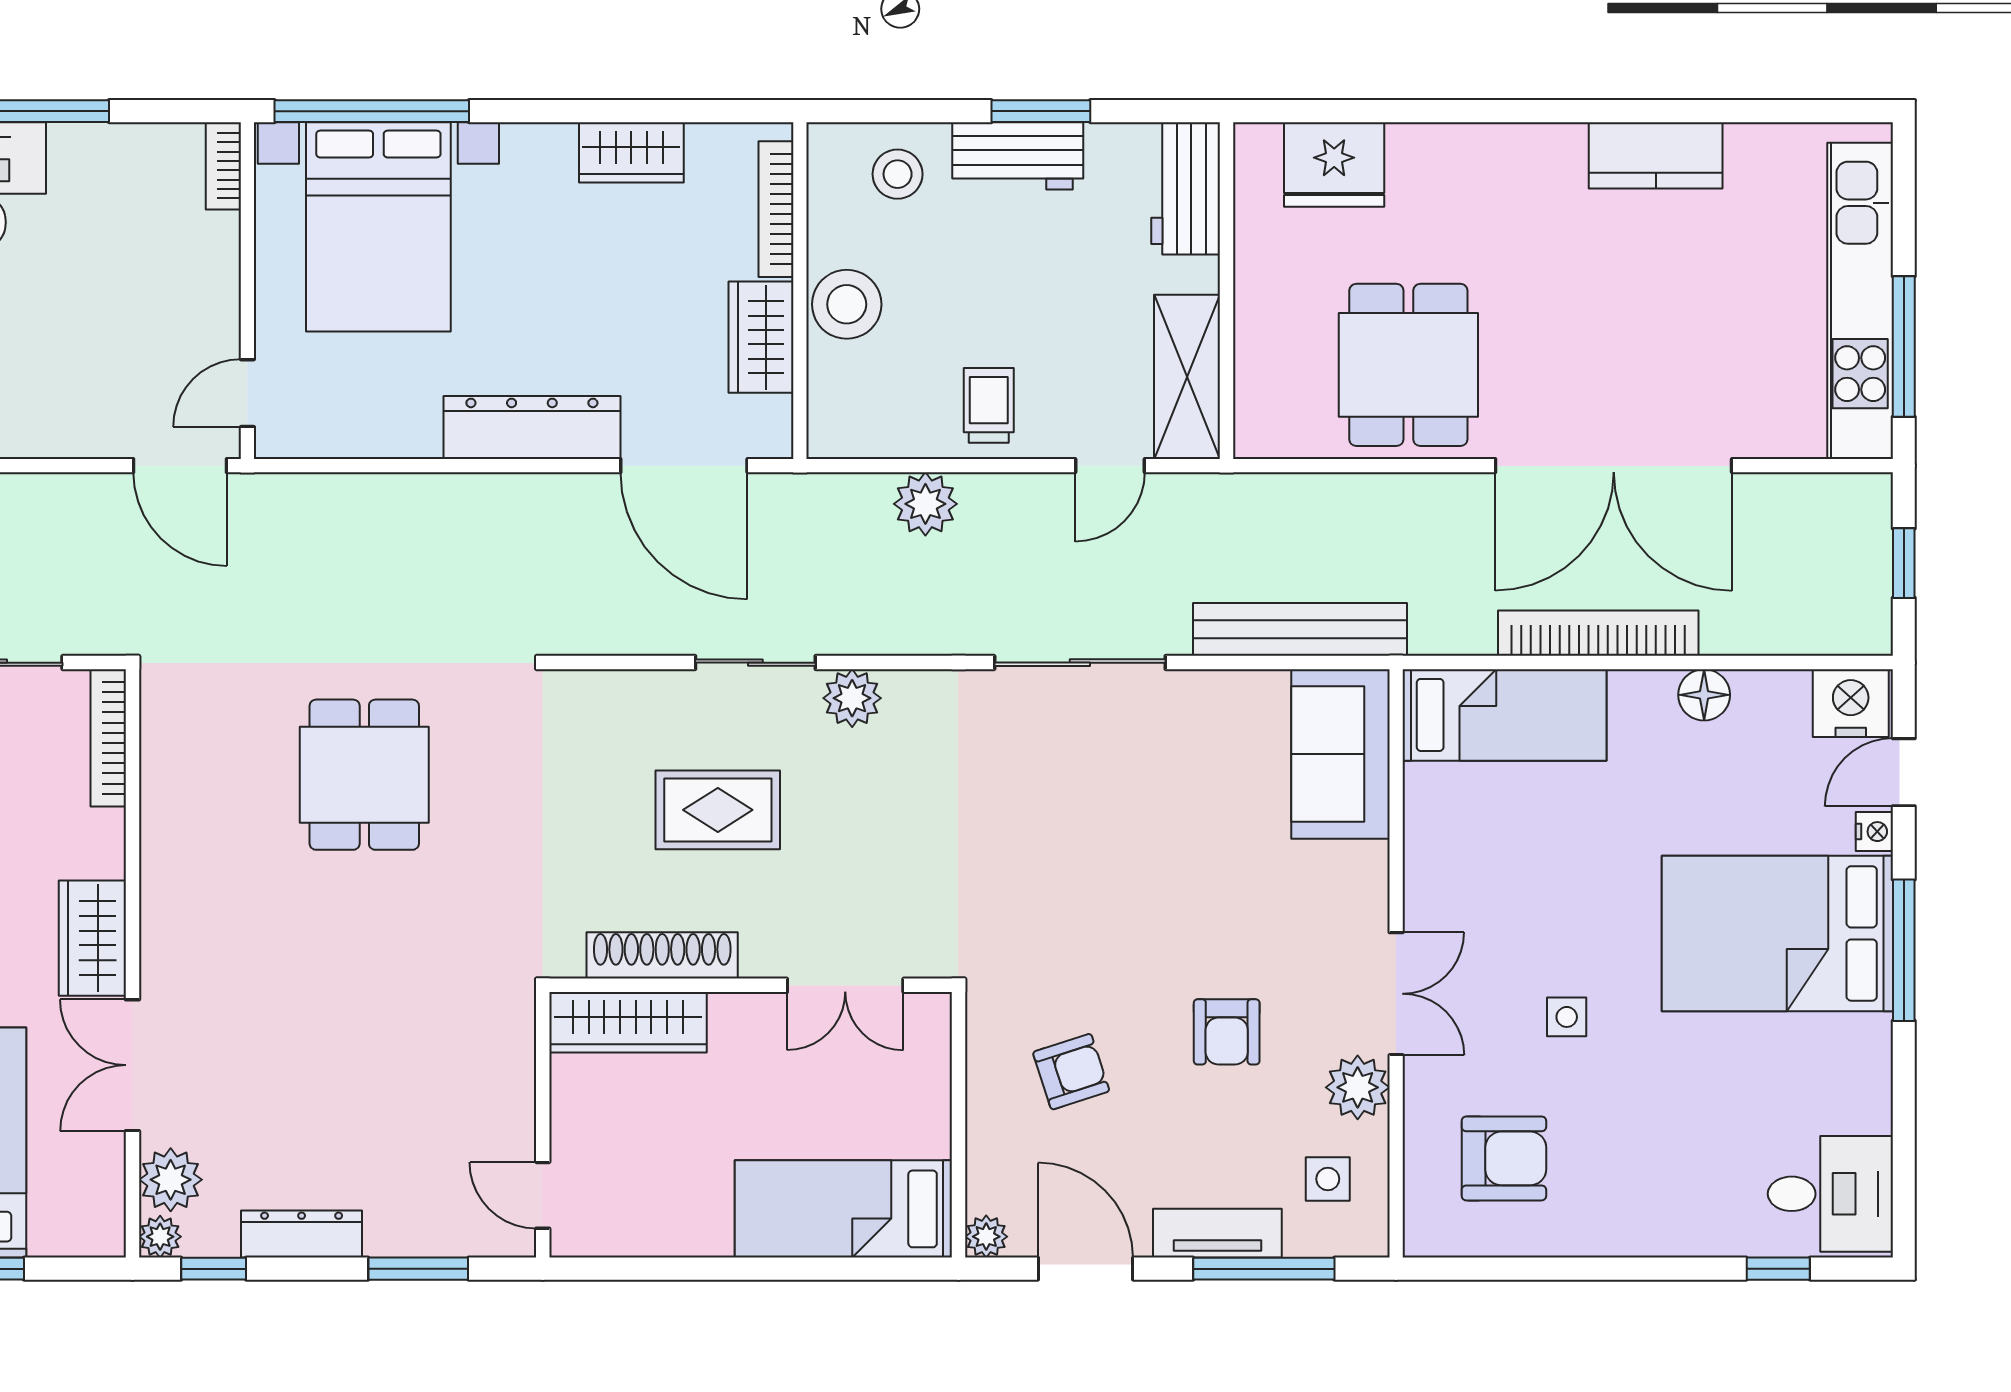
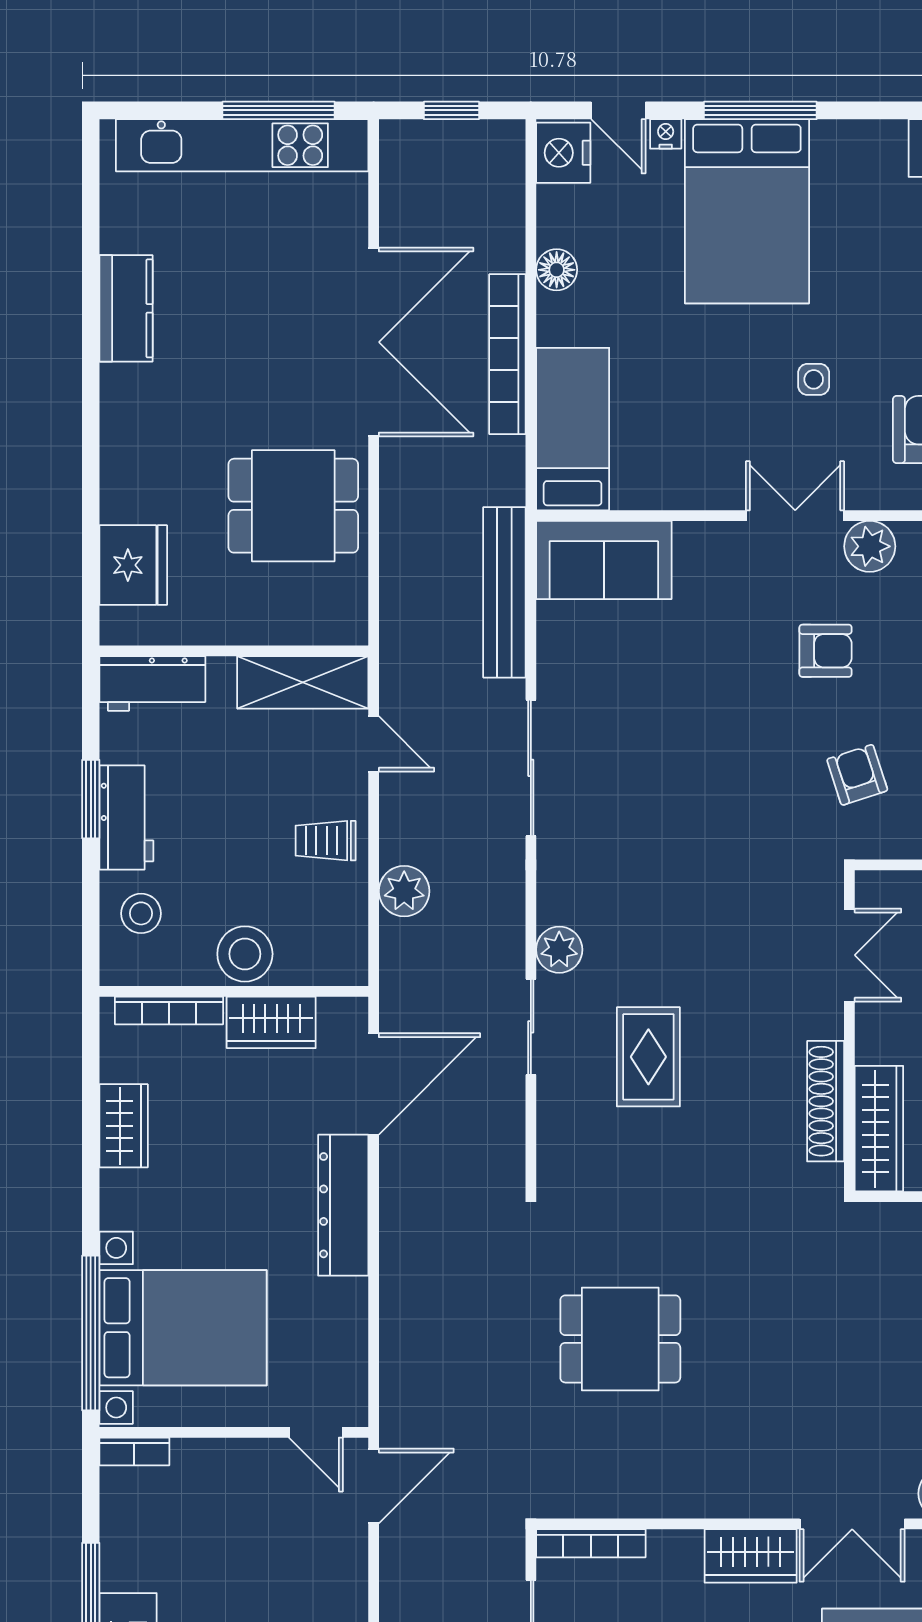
shoe rack: (662, 955) -> (826, 1101), moved
wall: (751, 985) -> (849, 1031), moved
double door: (845, 985) -> (849, 955), moved
wardrobe: (628, 1022) -> (879, 1129), moved

